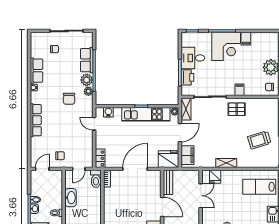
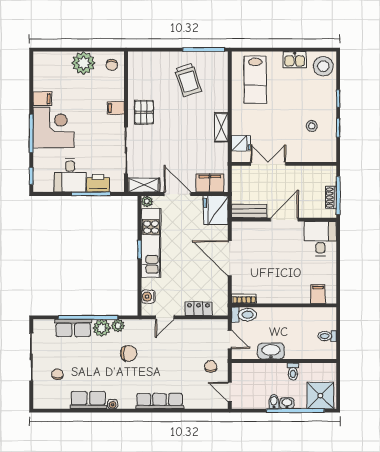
locker: (100, 158) -> (198, 309), moved

